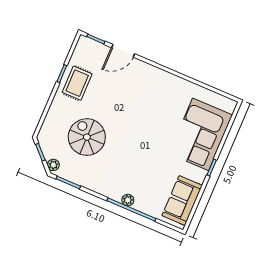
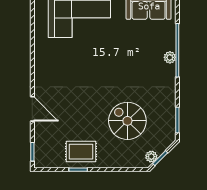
door: (123, 51) -> (32, 109), moved
spiral stairs: (87, 137) -> (127, 121), turned 90
plant: (53, 165) -> (151, 157), moved

